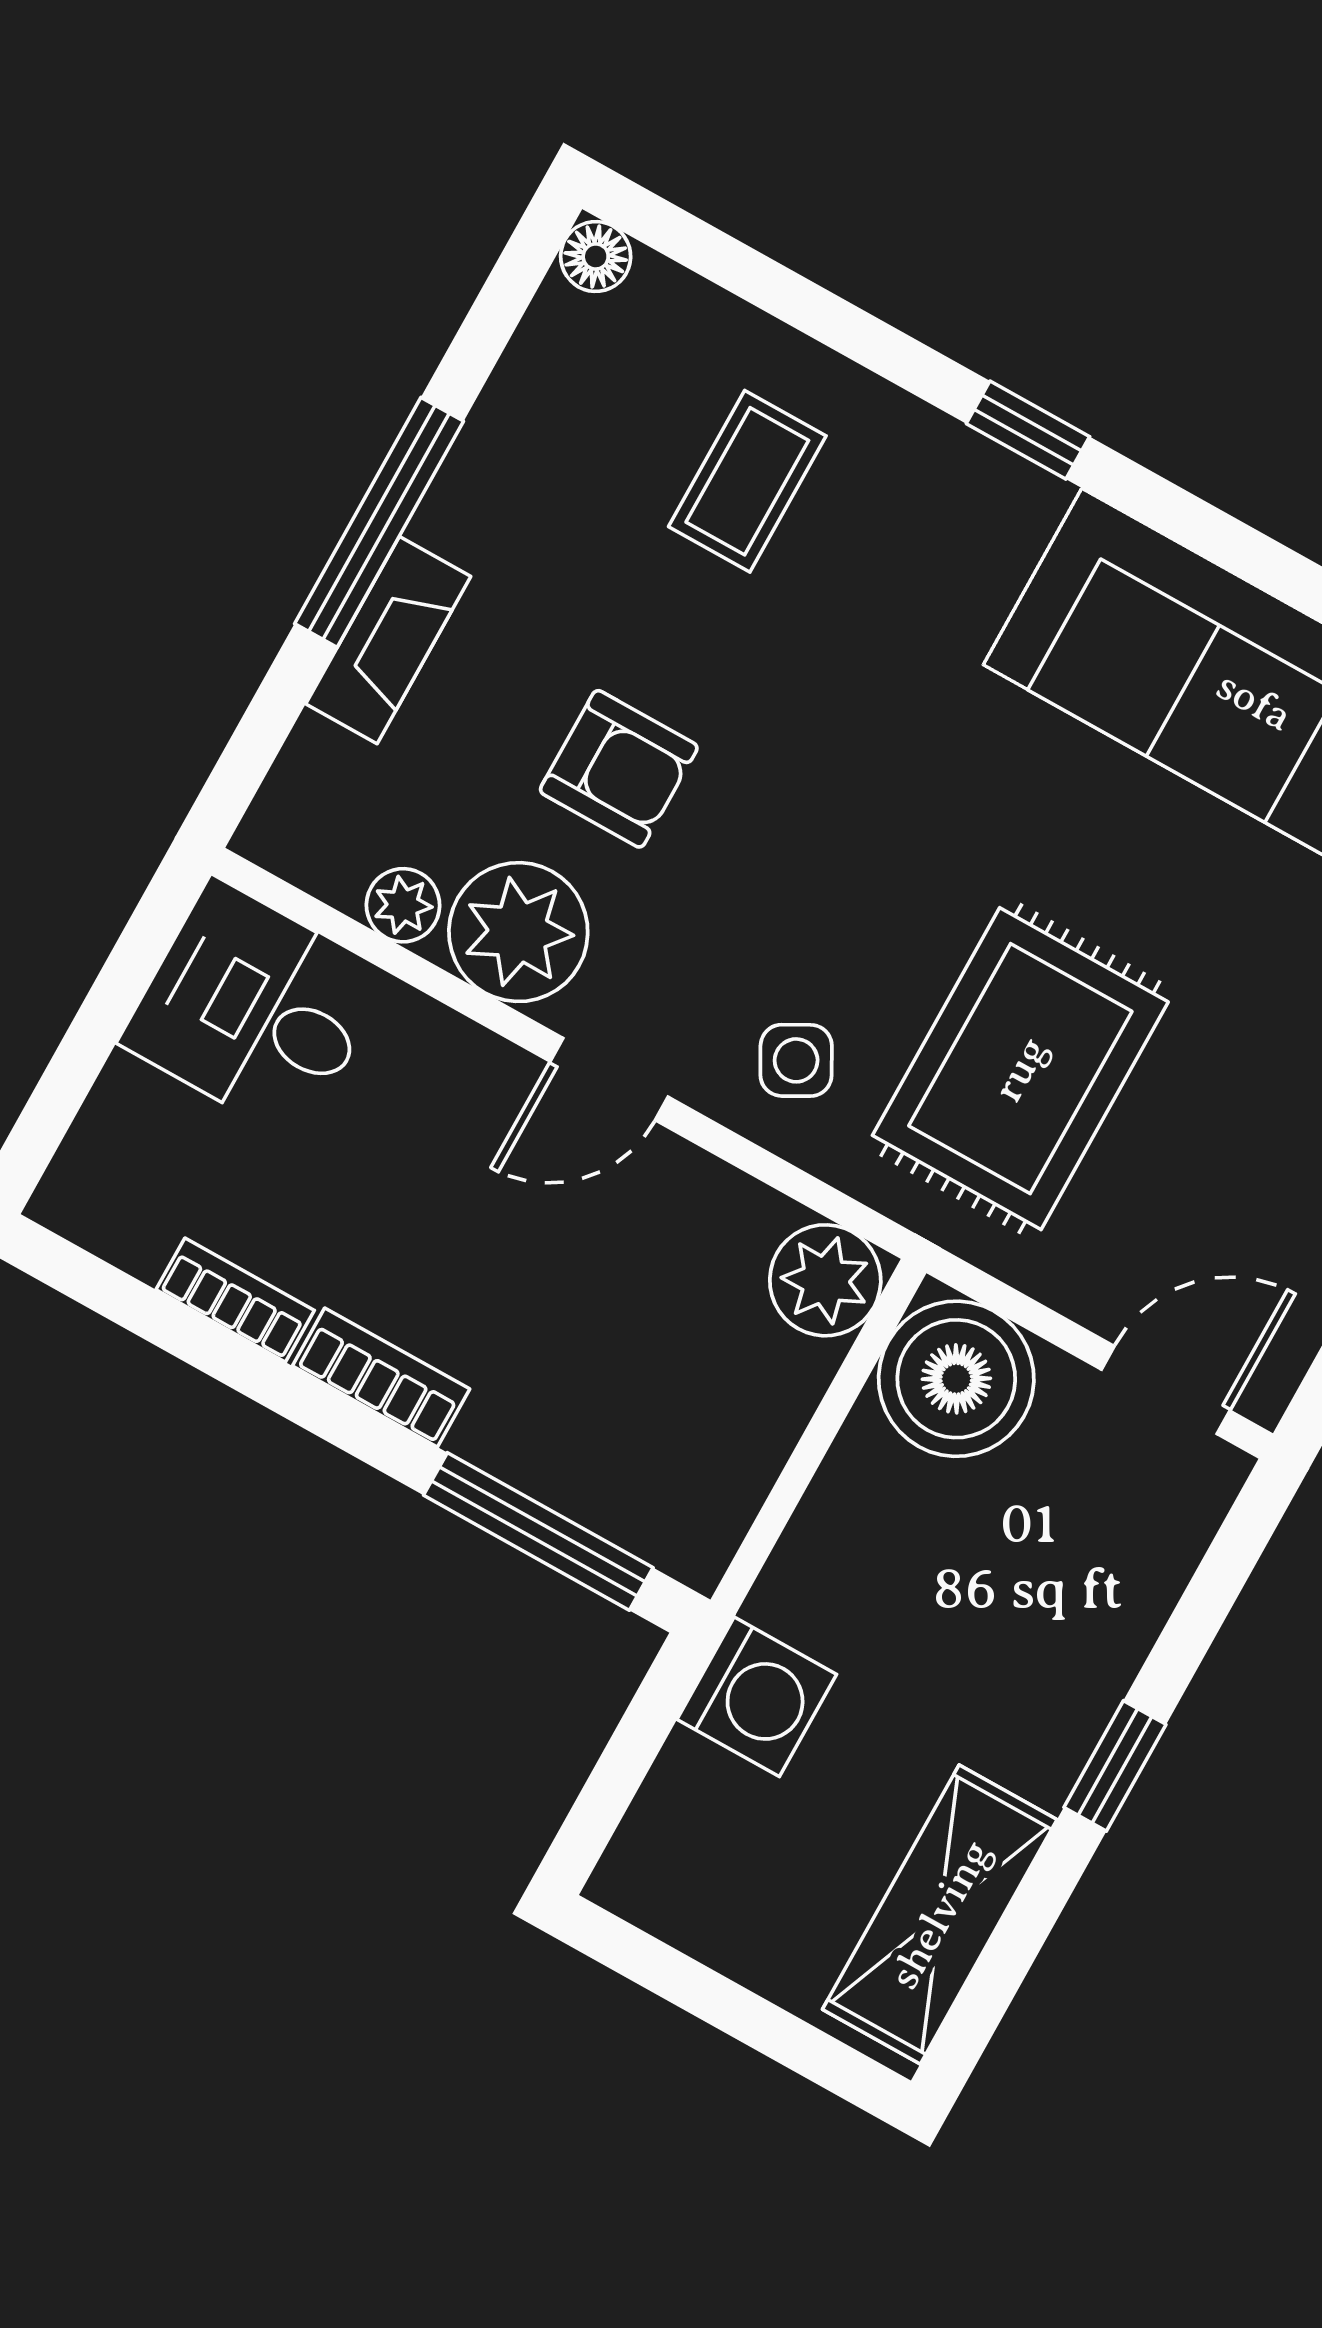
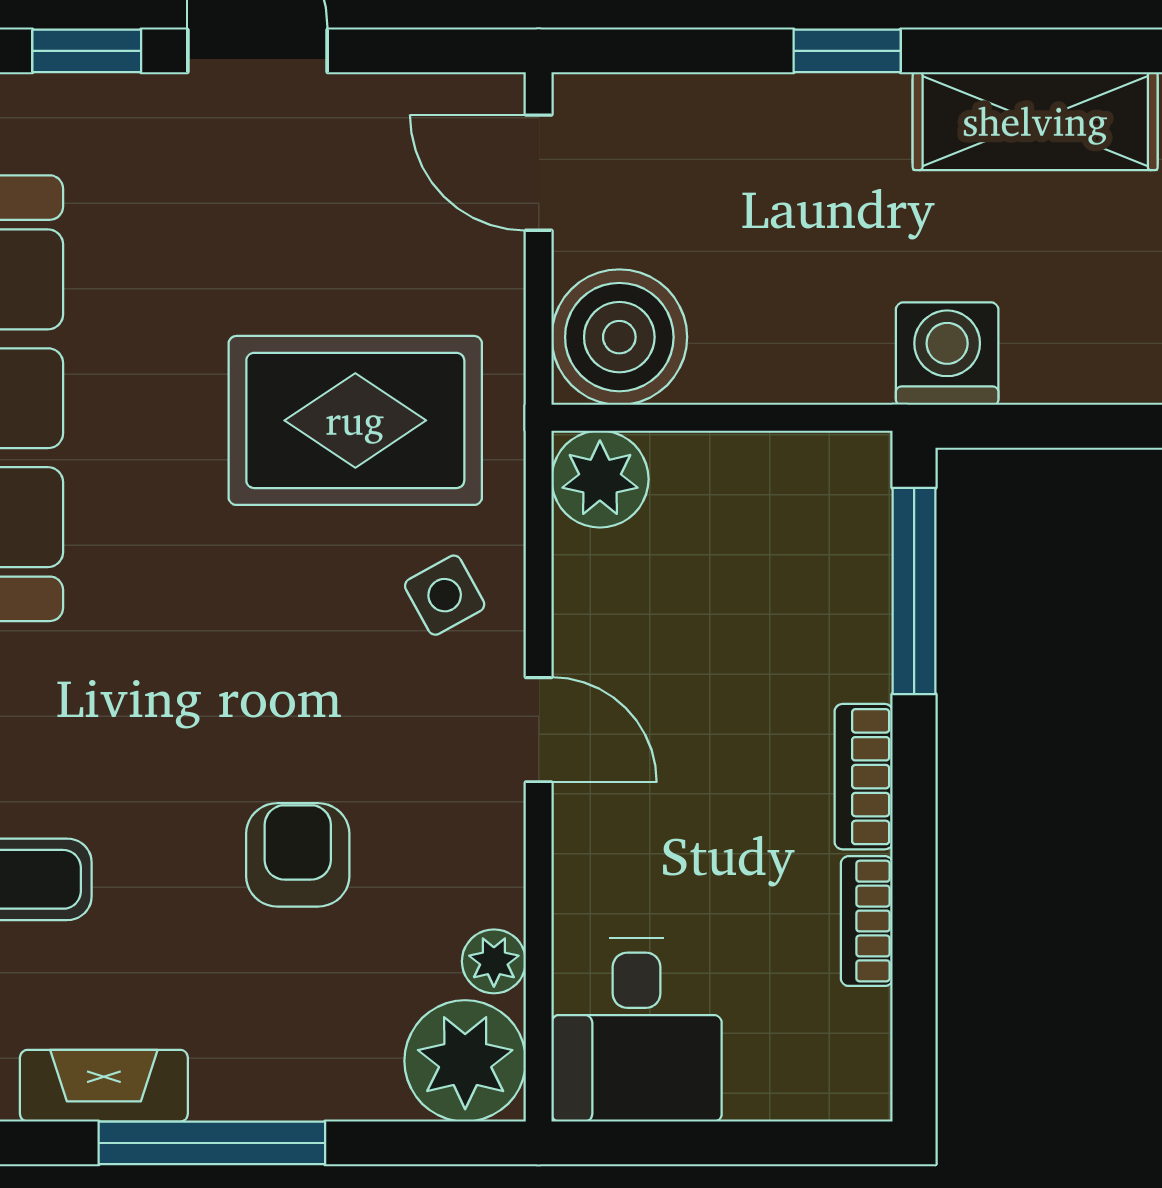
fireplace: (388, 640) -> (104, 1086), moved
plant: (518, 932) -> (465, 1061), moved

